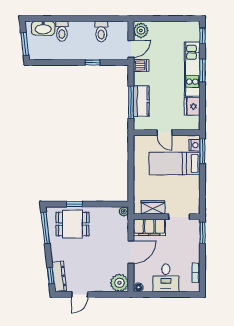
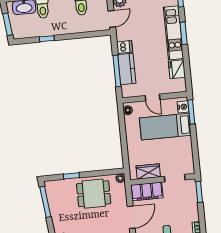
window: (93, 62) -> (47, 39), moved
dishwasher: (141, 66) -> (125, 47), moved
floor lamp: (138, 143) -> (128, 110), added
dining table: (72, 224) -> (94, 194), moved

